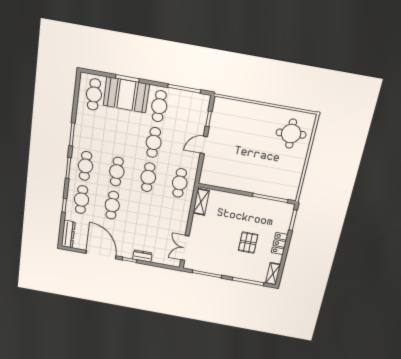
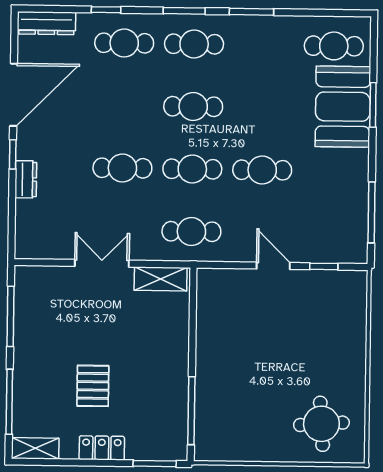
cafe table: (159, 106) -> (332, 171), removed
cafe table: (112, 205) -> (122, 168), moved
pallet: (248, 243) -> (93, 386), turned 90
double door: (185, 248) -> (102, 263), moved

